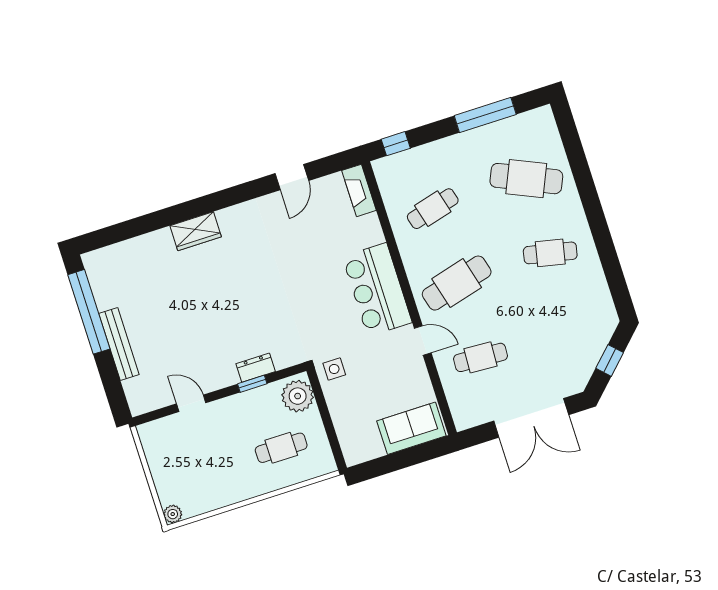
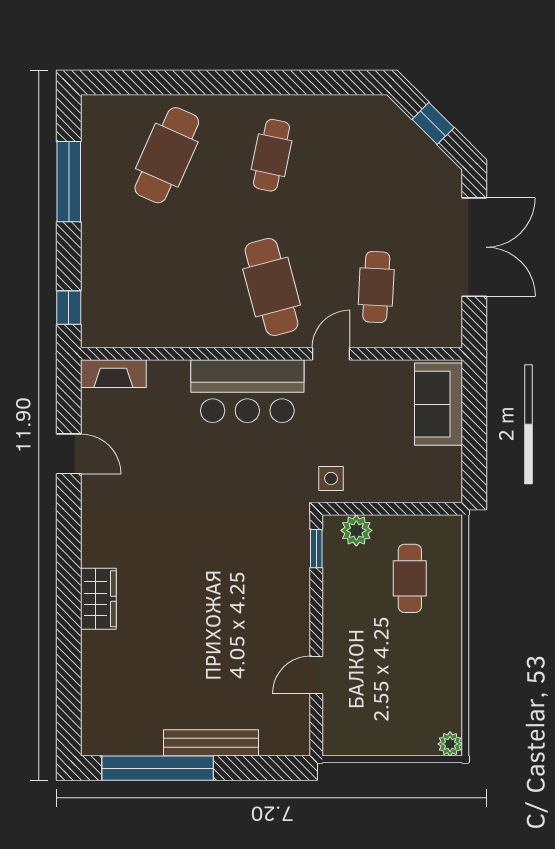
cafe table: (433, 209) -> (167, 287), removed
dresser: (256, 368) -> (297, 578), removed
window: (252, 384) -> (316, 549), moved
plant: (298, 396) -> (356, 530), width x0.73, depth x0.73

